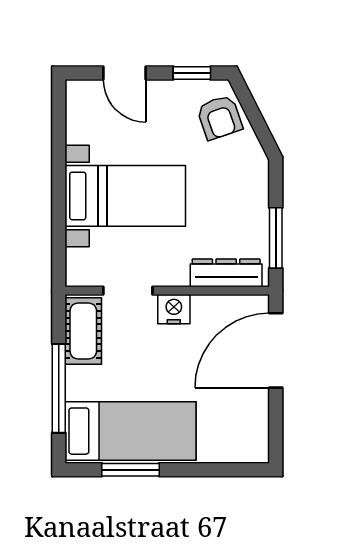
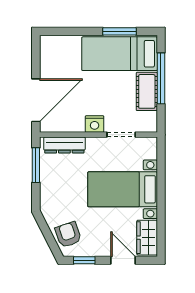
wardrobe: (83, 112) -> (147, 238), added
cot: (83, 331) -> (147, 91), moved

